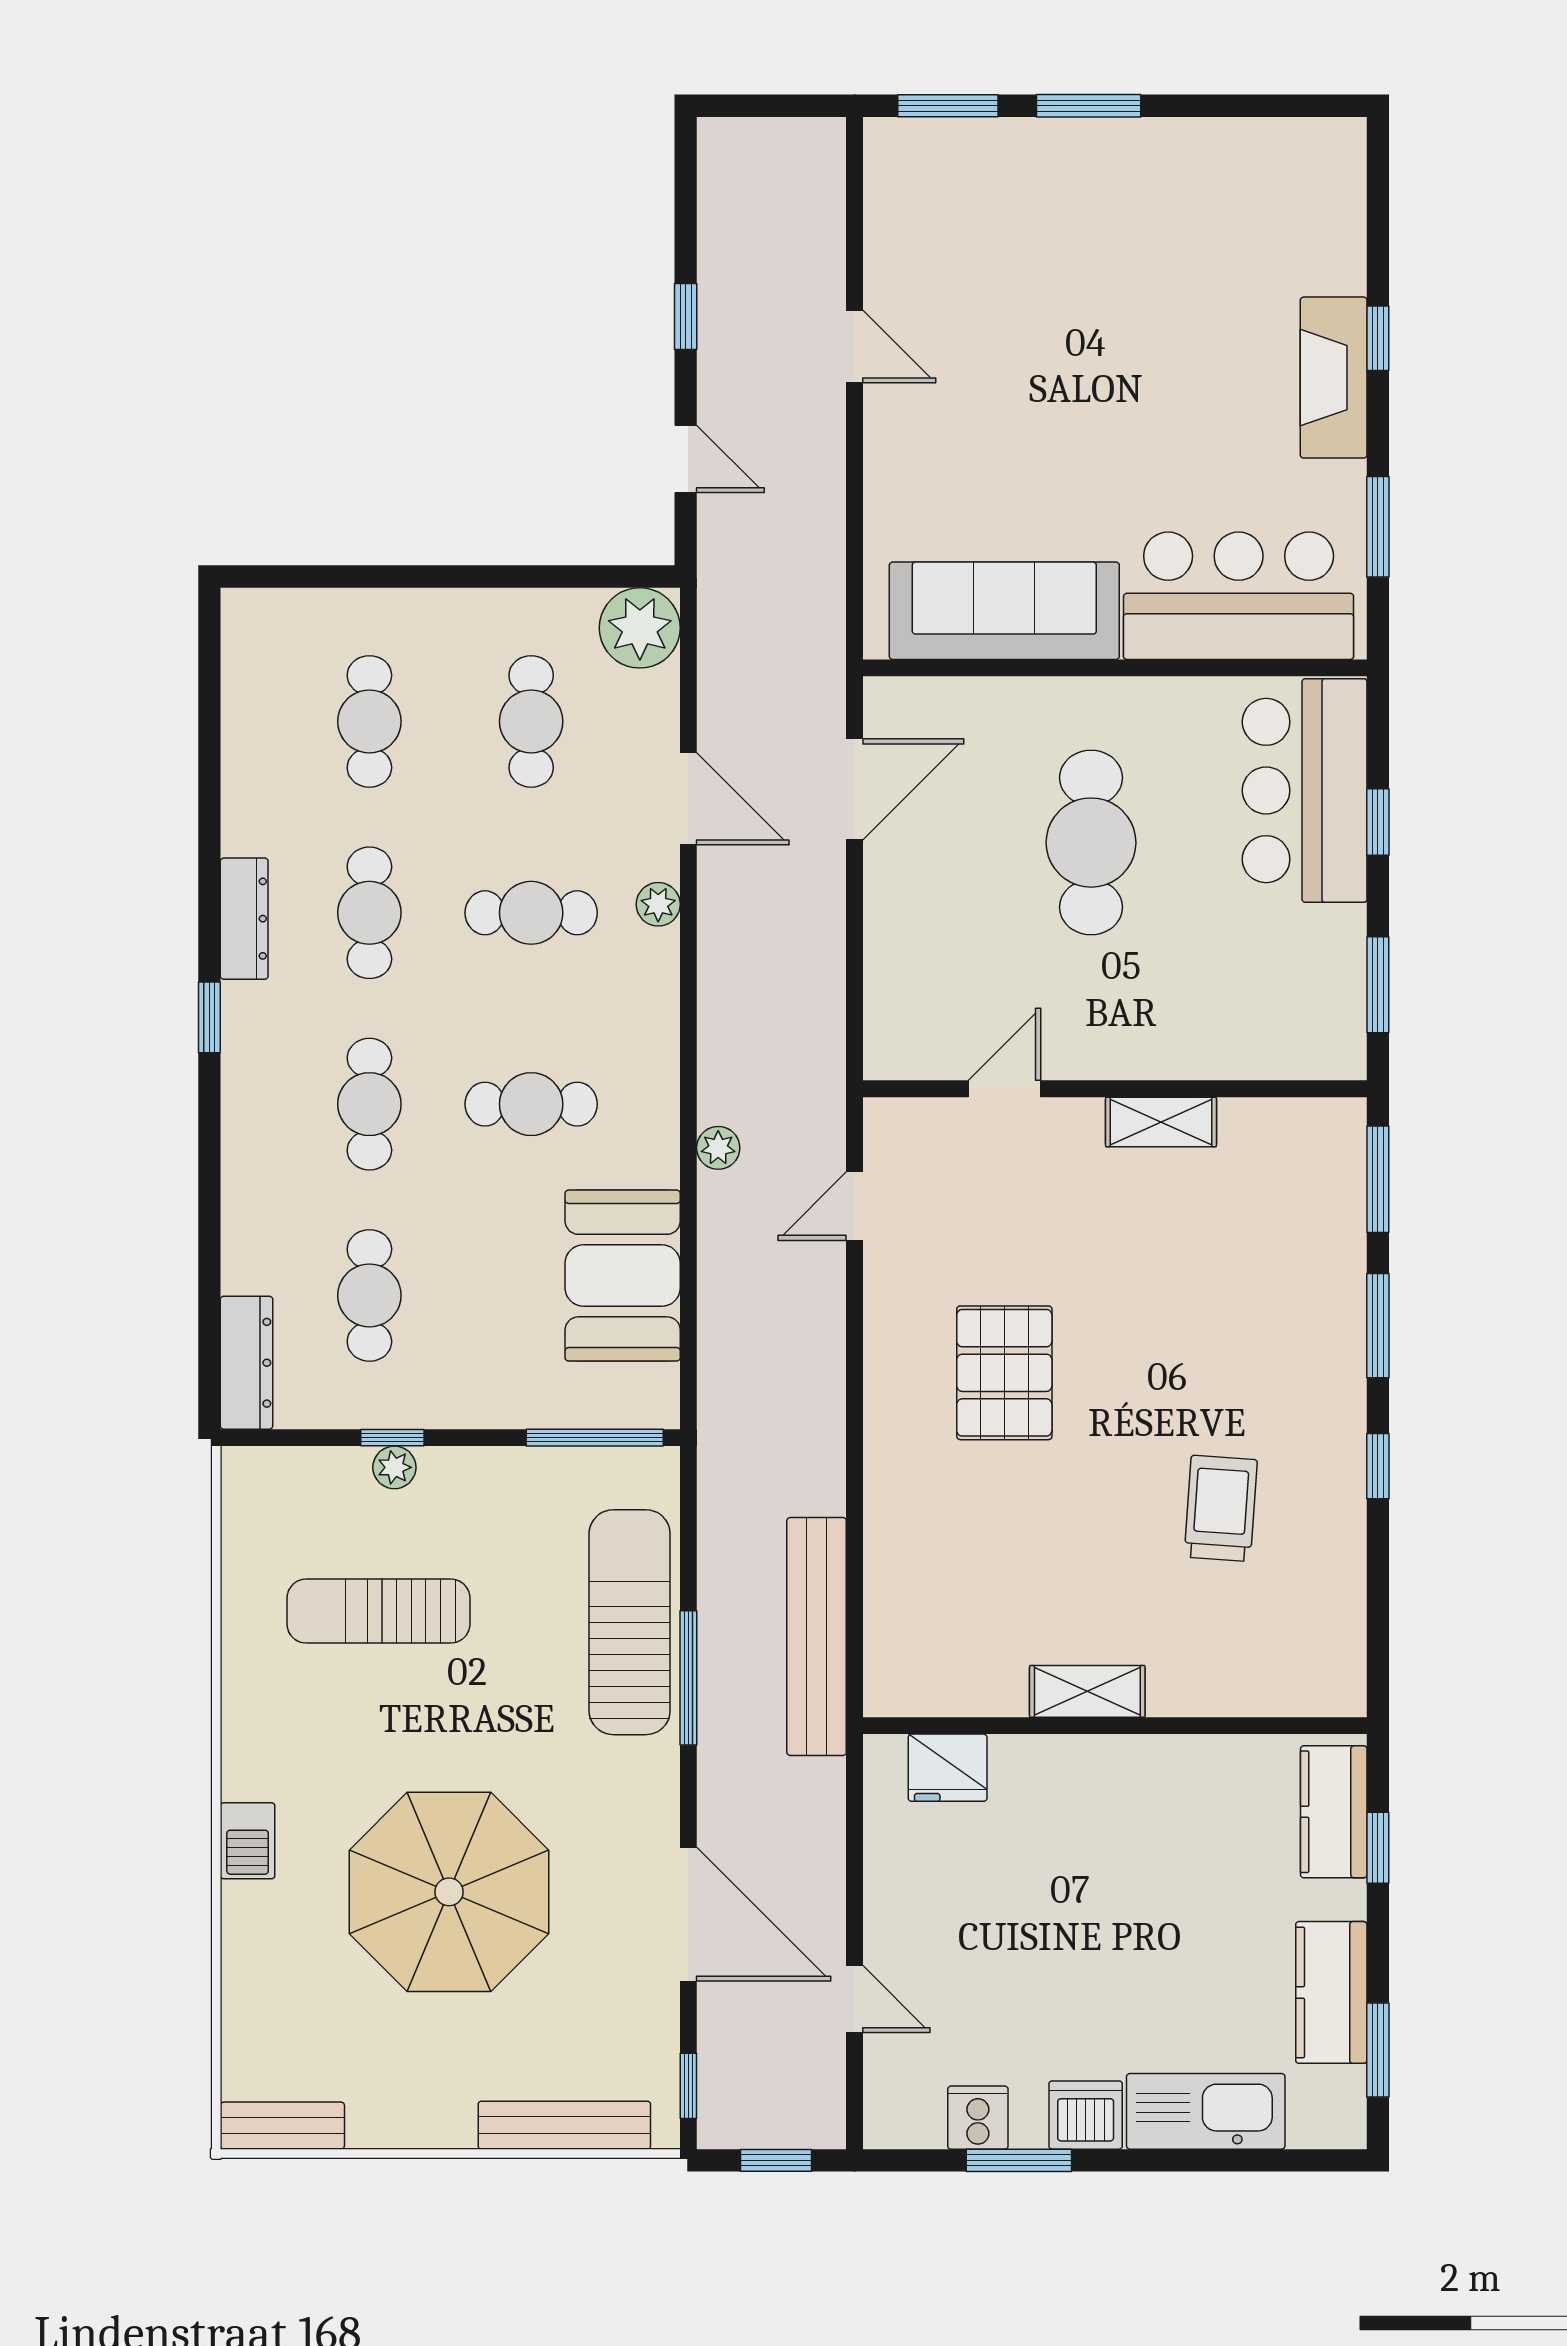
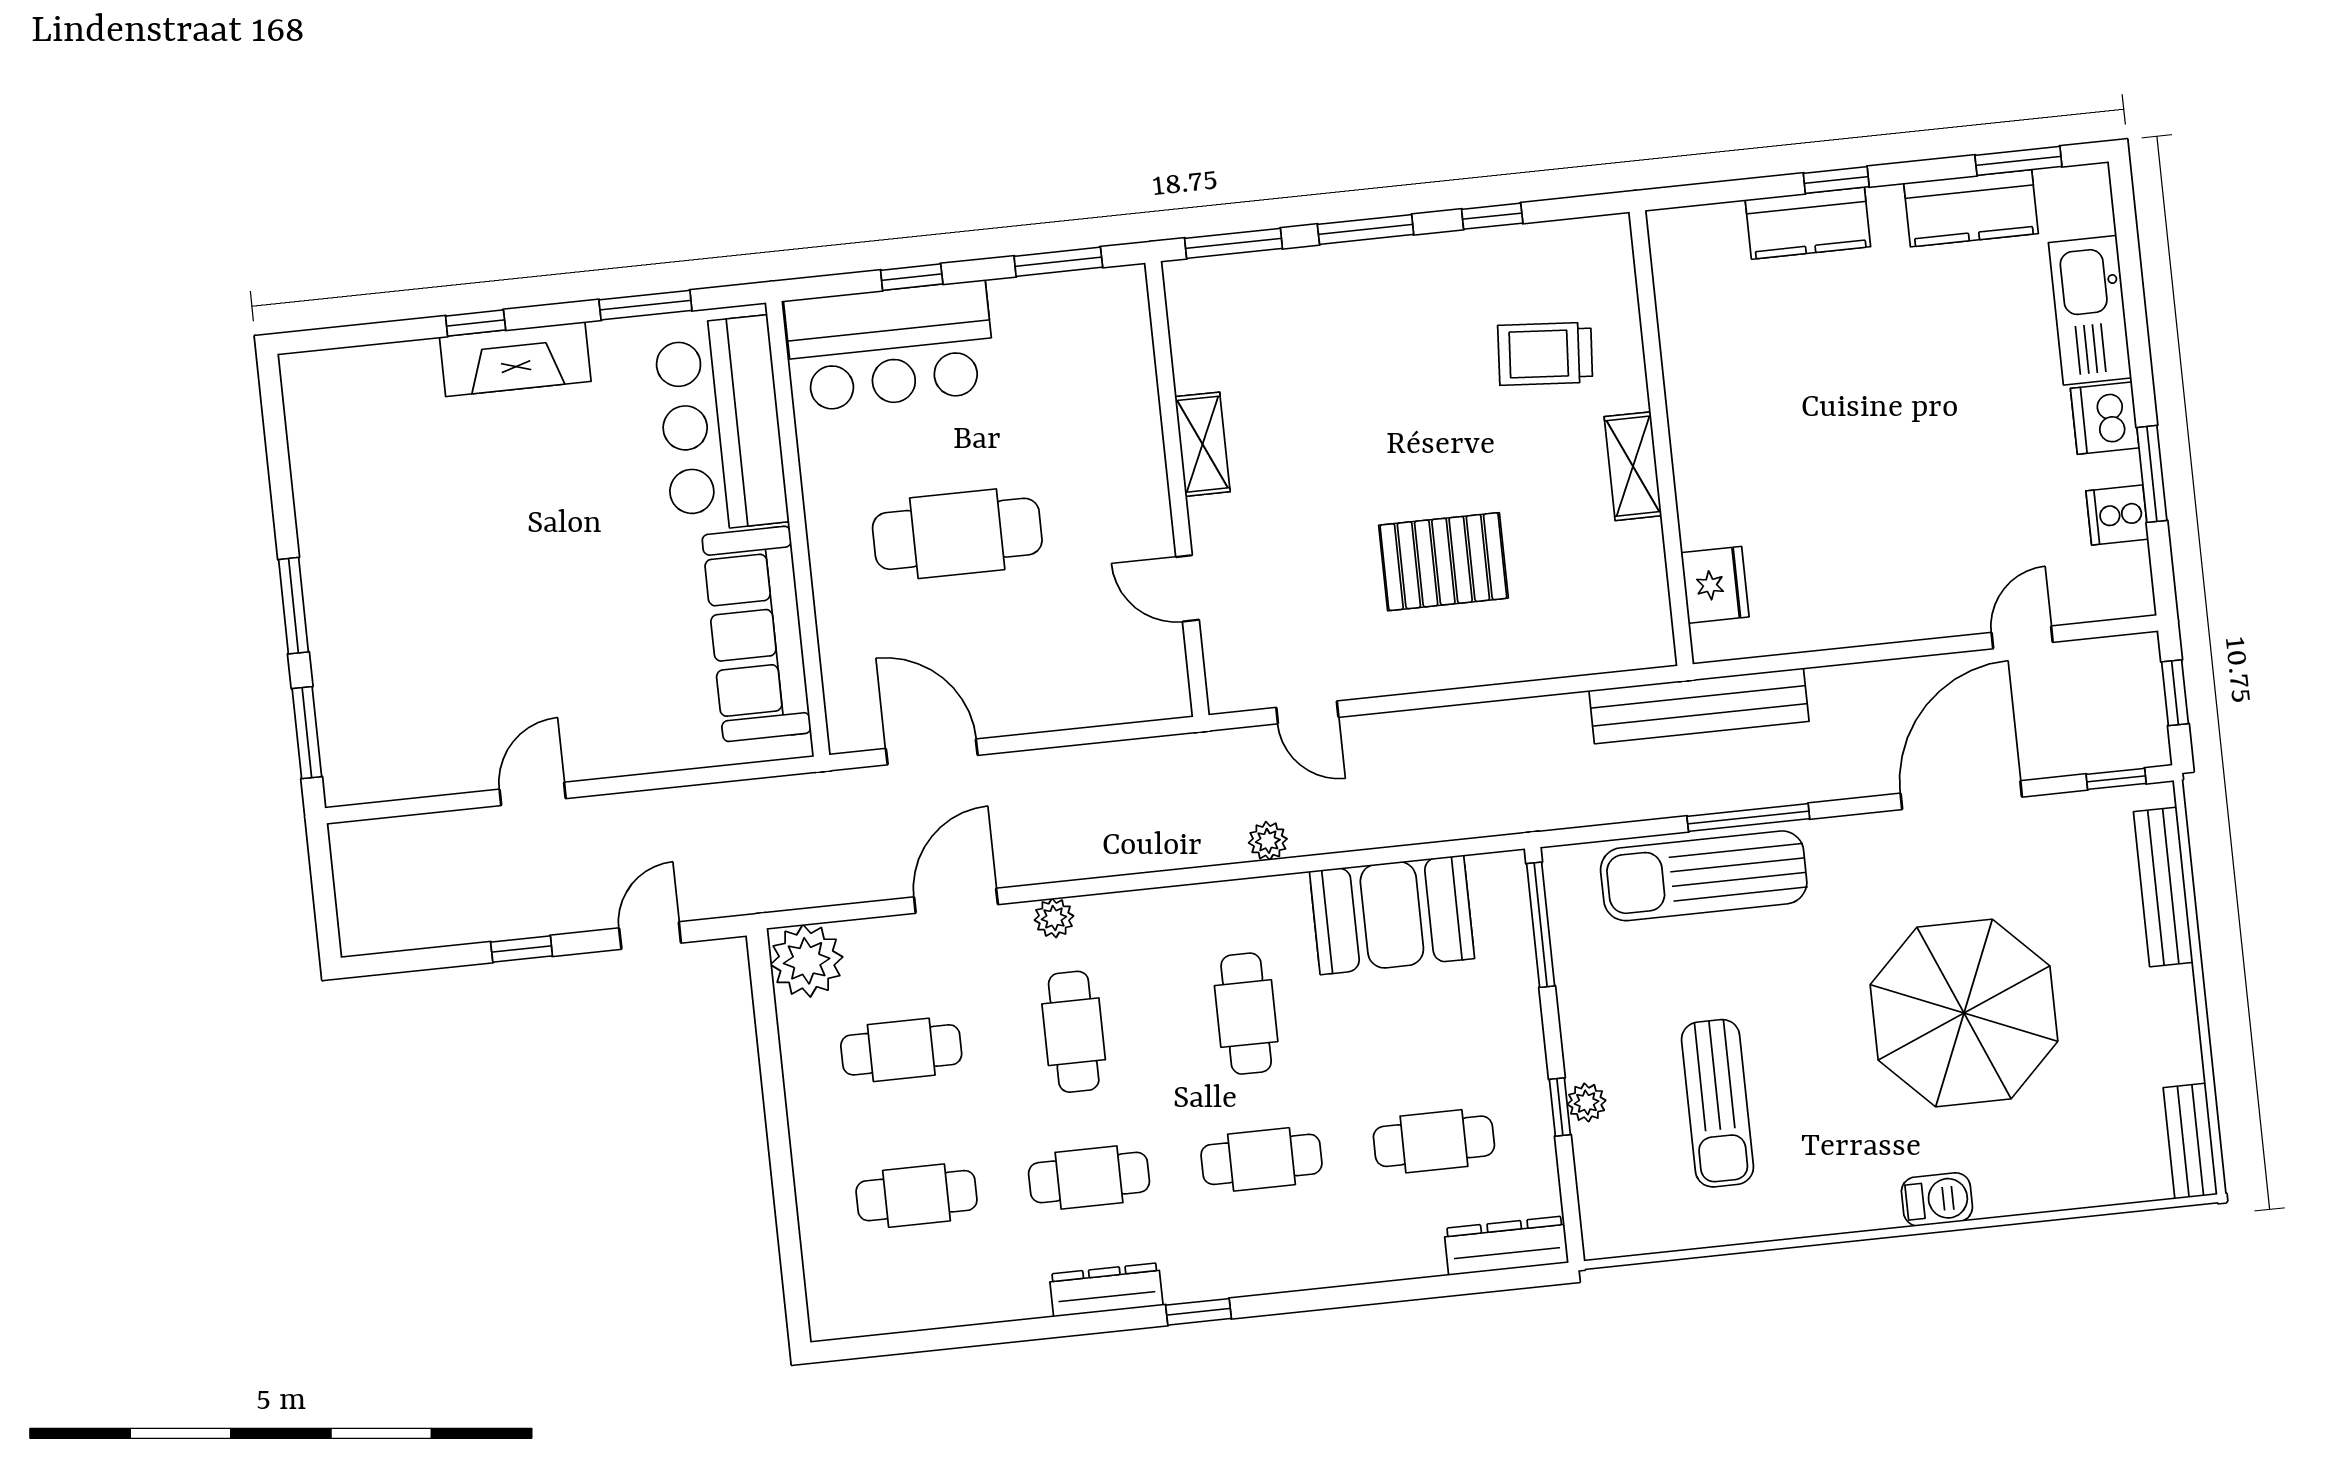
shelving: (1087, 1691) -> (1633, 466), moved
wall: (1115, 1726) -> (1661, 438), moved
fridge: (948, 1768) -> (1715, 585), moved

